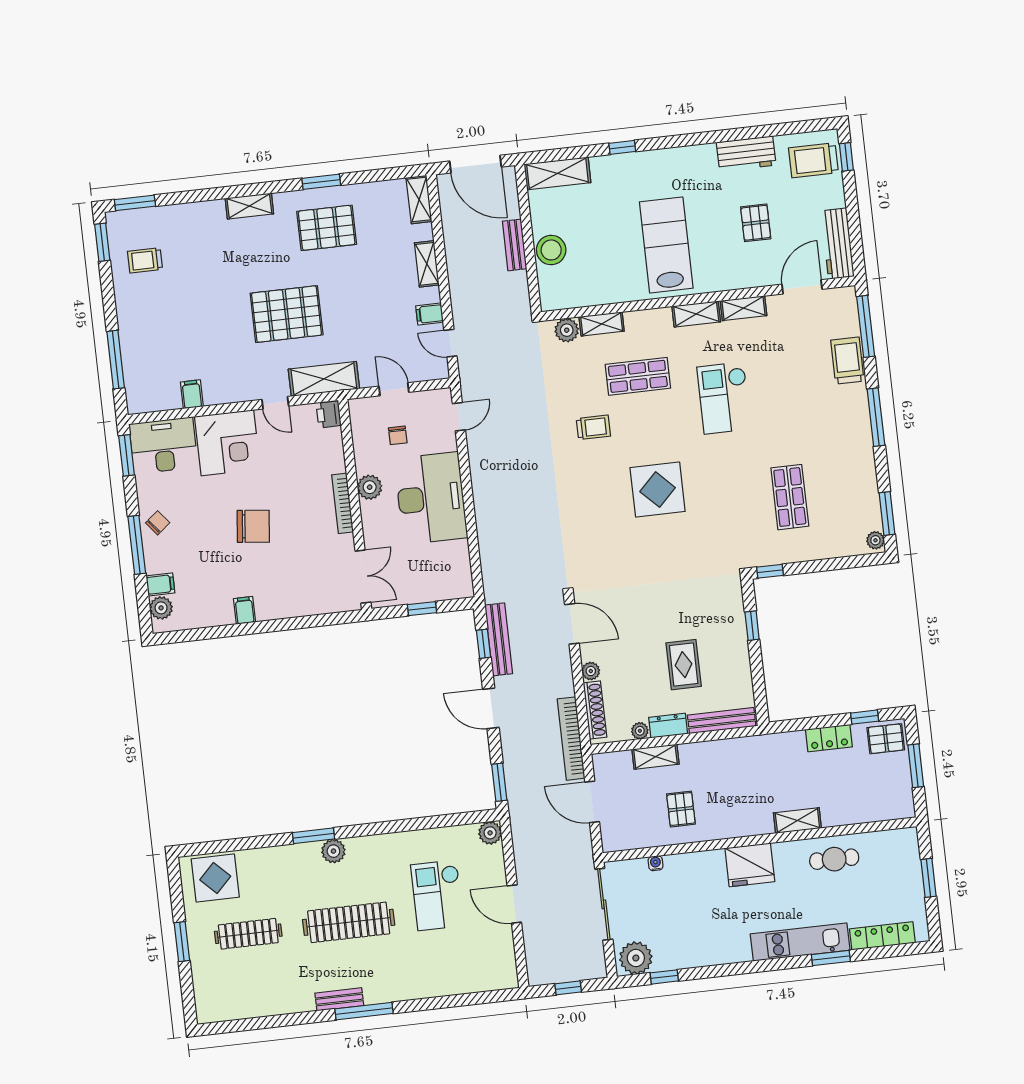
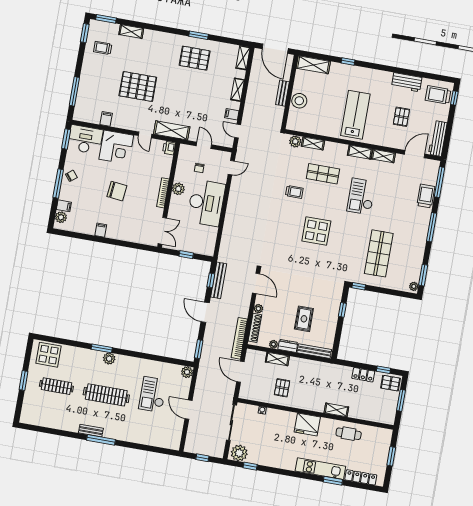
shelving: (249, 206) -> (131, 31), moved
pallet: (287, 314) -> (138, 87), moved
shop shelf: (790, 497) -> (379, 253), width x1.43, depth x1.36

